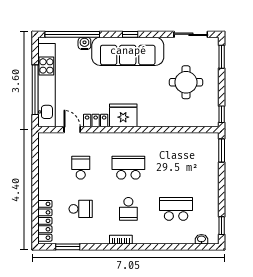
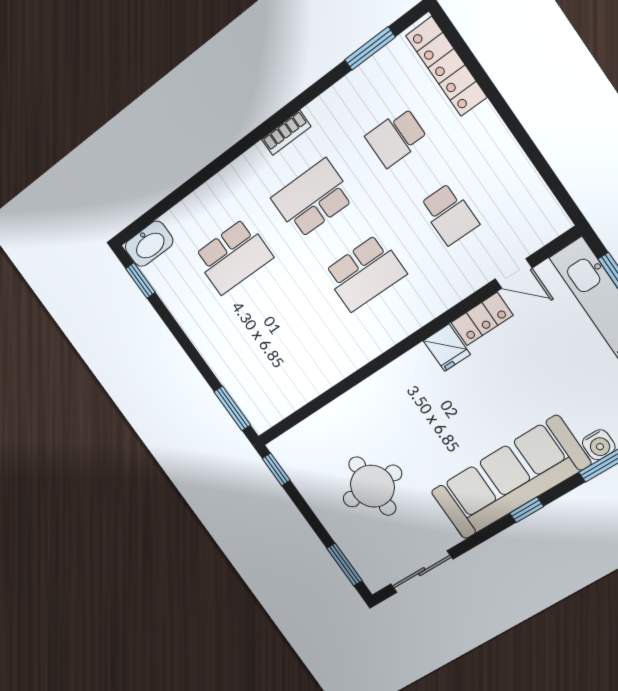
fridge: (123, 115) -> (447, 348), width x0.53, depth x0.75
school desk: (128, 209) -> (313, 199), width x1.85
washbasin: (201, 239) -> (149, 244), width x1.91, depth x1.45

